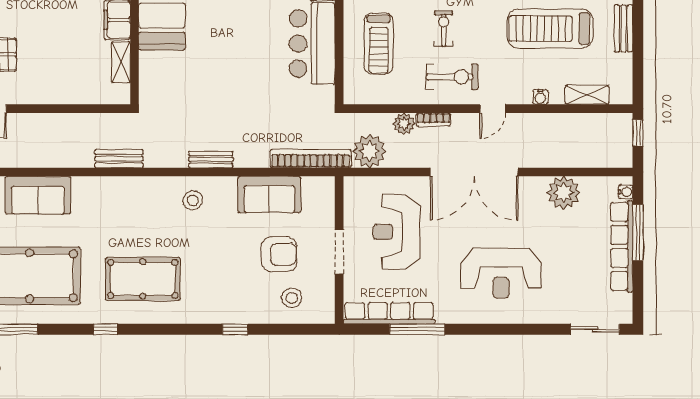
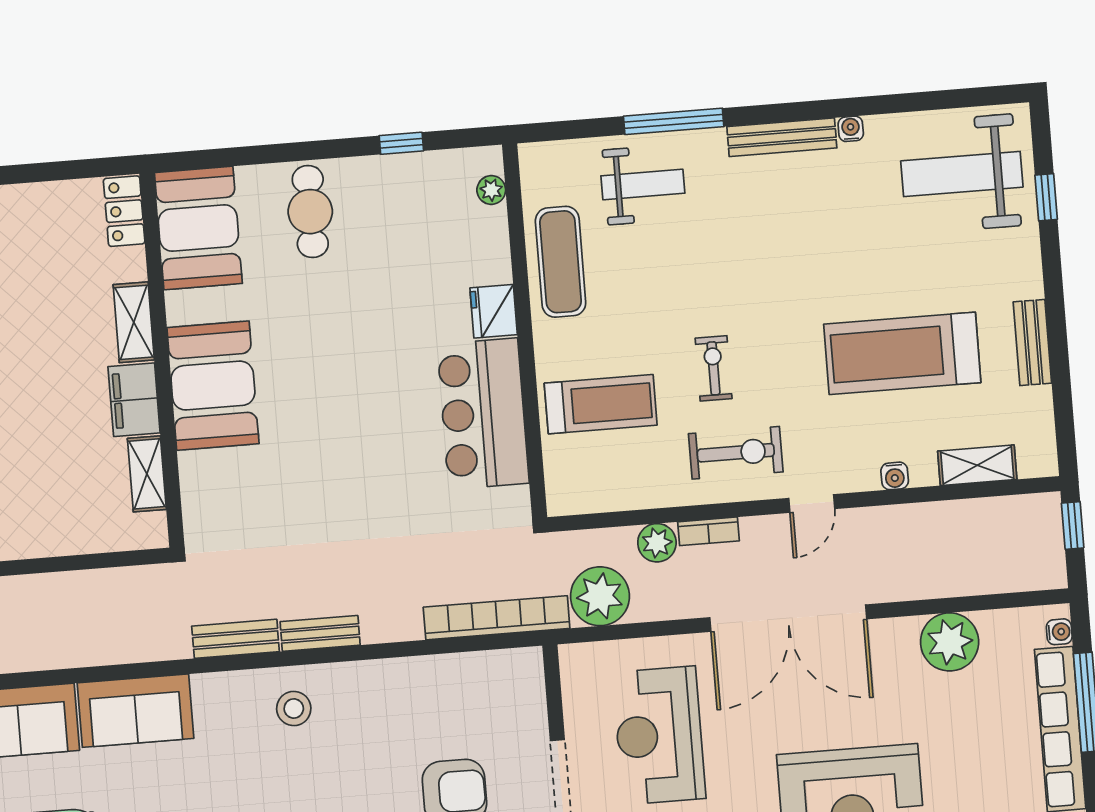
treadmill: (379, 43) -> (601, 404), turned -90
bench: (119, 159) -> (236, 639), moved
sofa: (269, 194) -> (136, 711), moved

